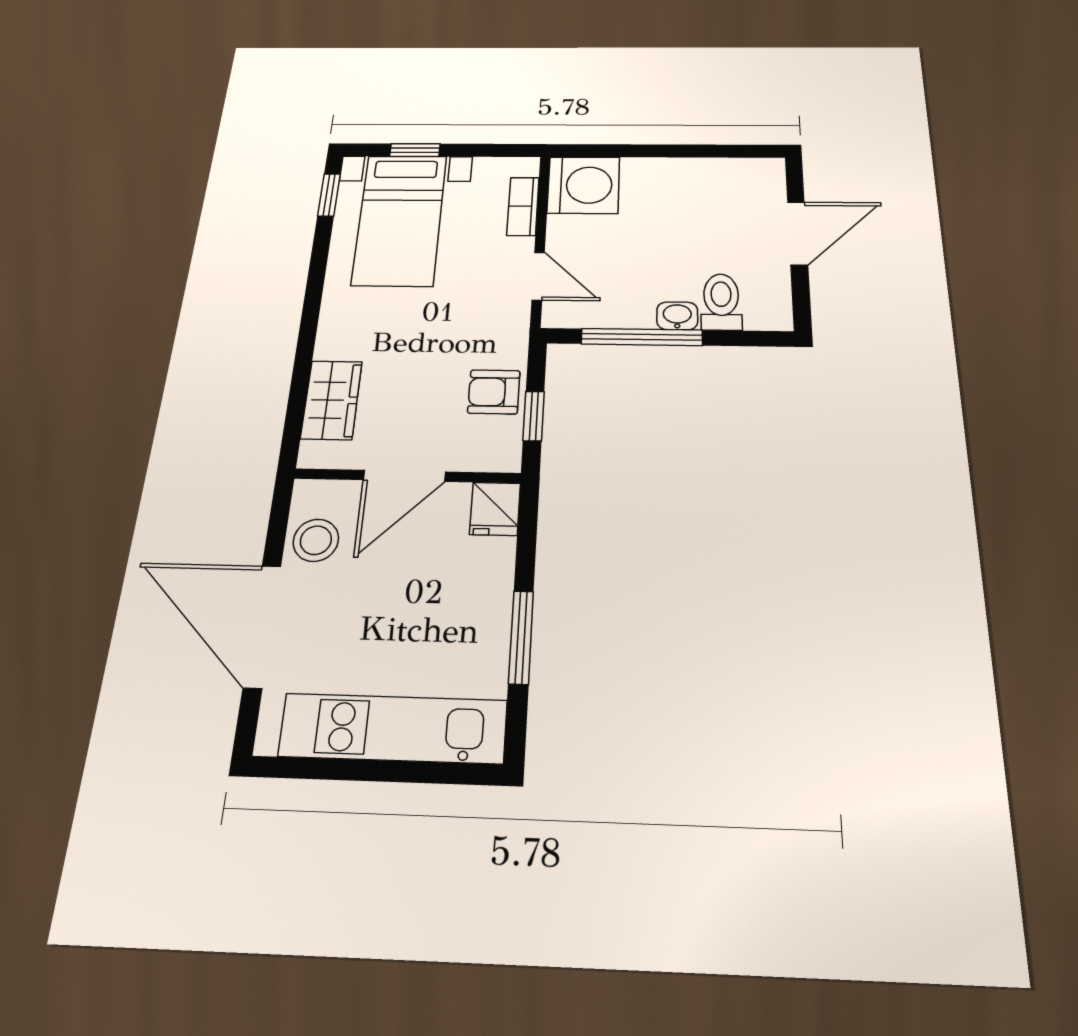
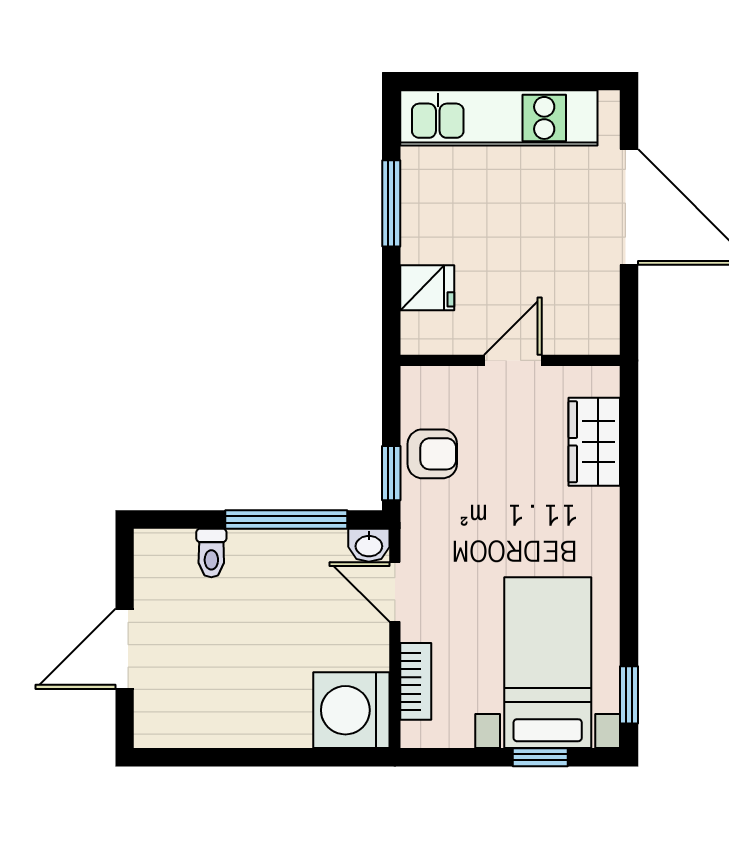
toilet: (721, 302) -> (211, 553), width x0.73, depth x0.72
washbasin: (677, 316) -> (369, 545), moved
window: (534, 416) -> (391, 473), moved
door: (404, 476) -> (513, 360), width x0.73
fridge: (495, 509) -> (427, 288), moved, turned 90
stool: (316, 540) -> (590, 292), removed

